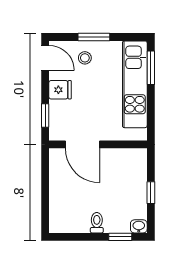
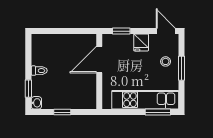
door: (45, 58) -> (166, 31), swing flipped

